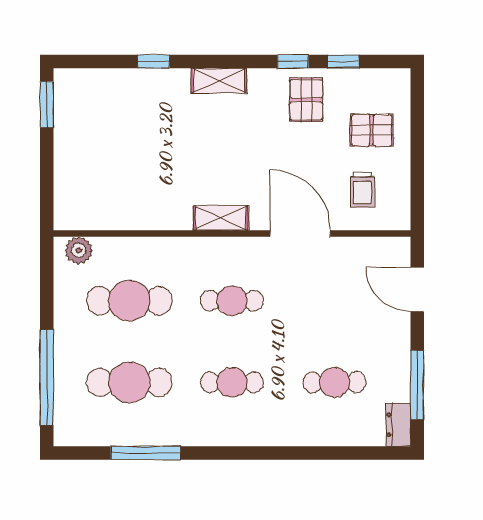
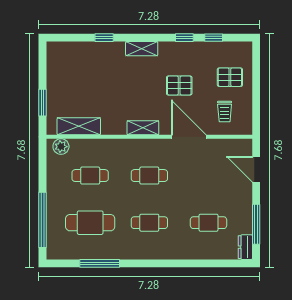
pallet: (306, 100) -> (179, 86), moved, turned 90
window: (47, 105) -> (43, 103), moved
shelving: (110, 215) -> (79, 126), added
cafe table: (129, 301) -> (90, 176), width x0.73, depth x0.74

